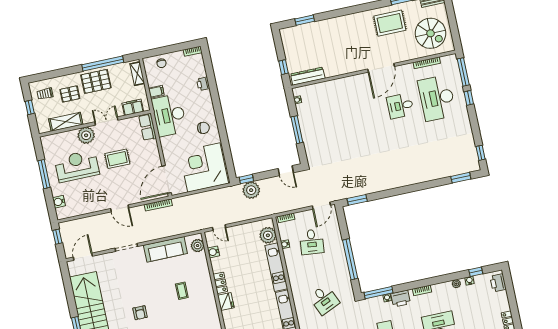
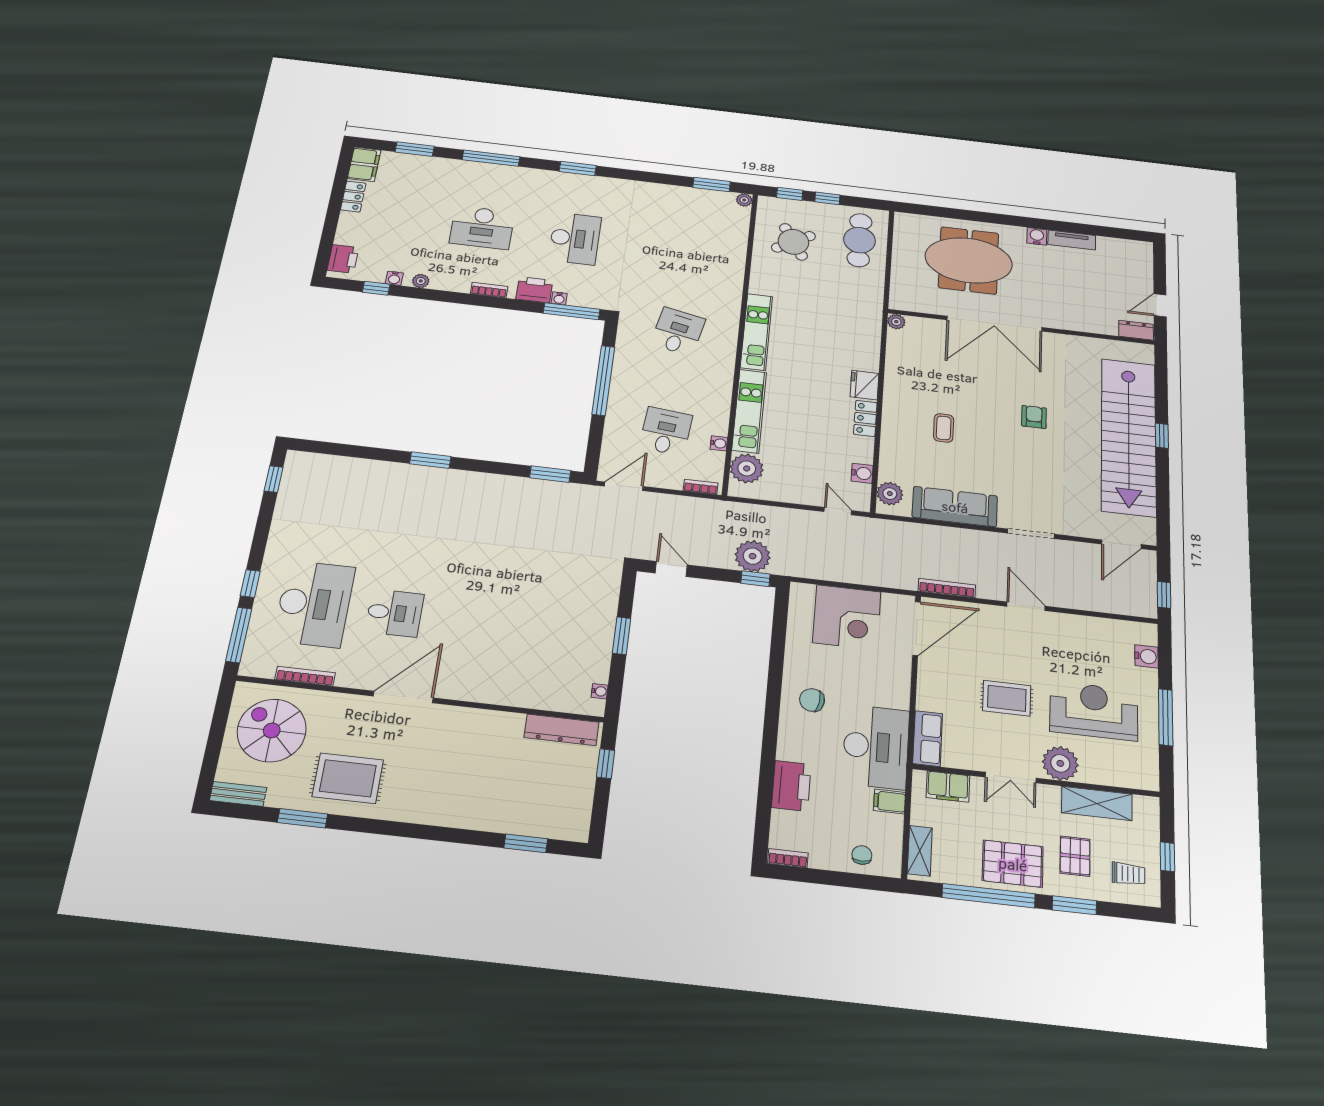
window: (65, 72) -> (1074, 905), added
printer: (203, 84) -> (791, 786), width x1.87, depth x1.48
pallet: (70, 94) -> (1075, 856), turned 90
window: (297, 130) -> (622, 636), width x0.69
reception desk: (77, 166) -> (1094, 711), turned 180
corner desk: (204, 168) -> (847, 617), width x0.74, depth x0.74
window: (461, 178) -> (430, 460), moved
desk: (324, 300) -> (678, 332), turned 36

